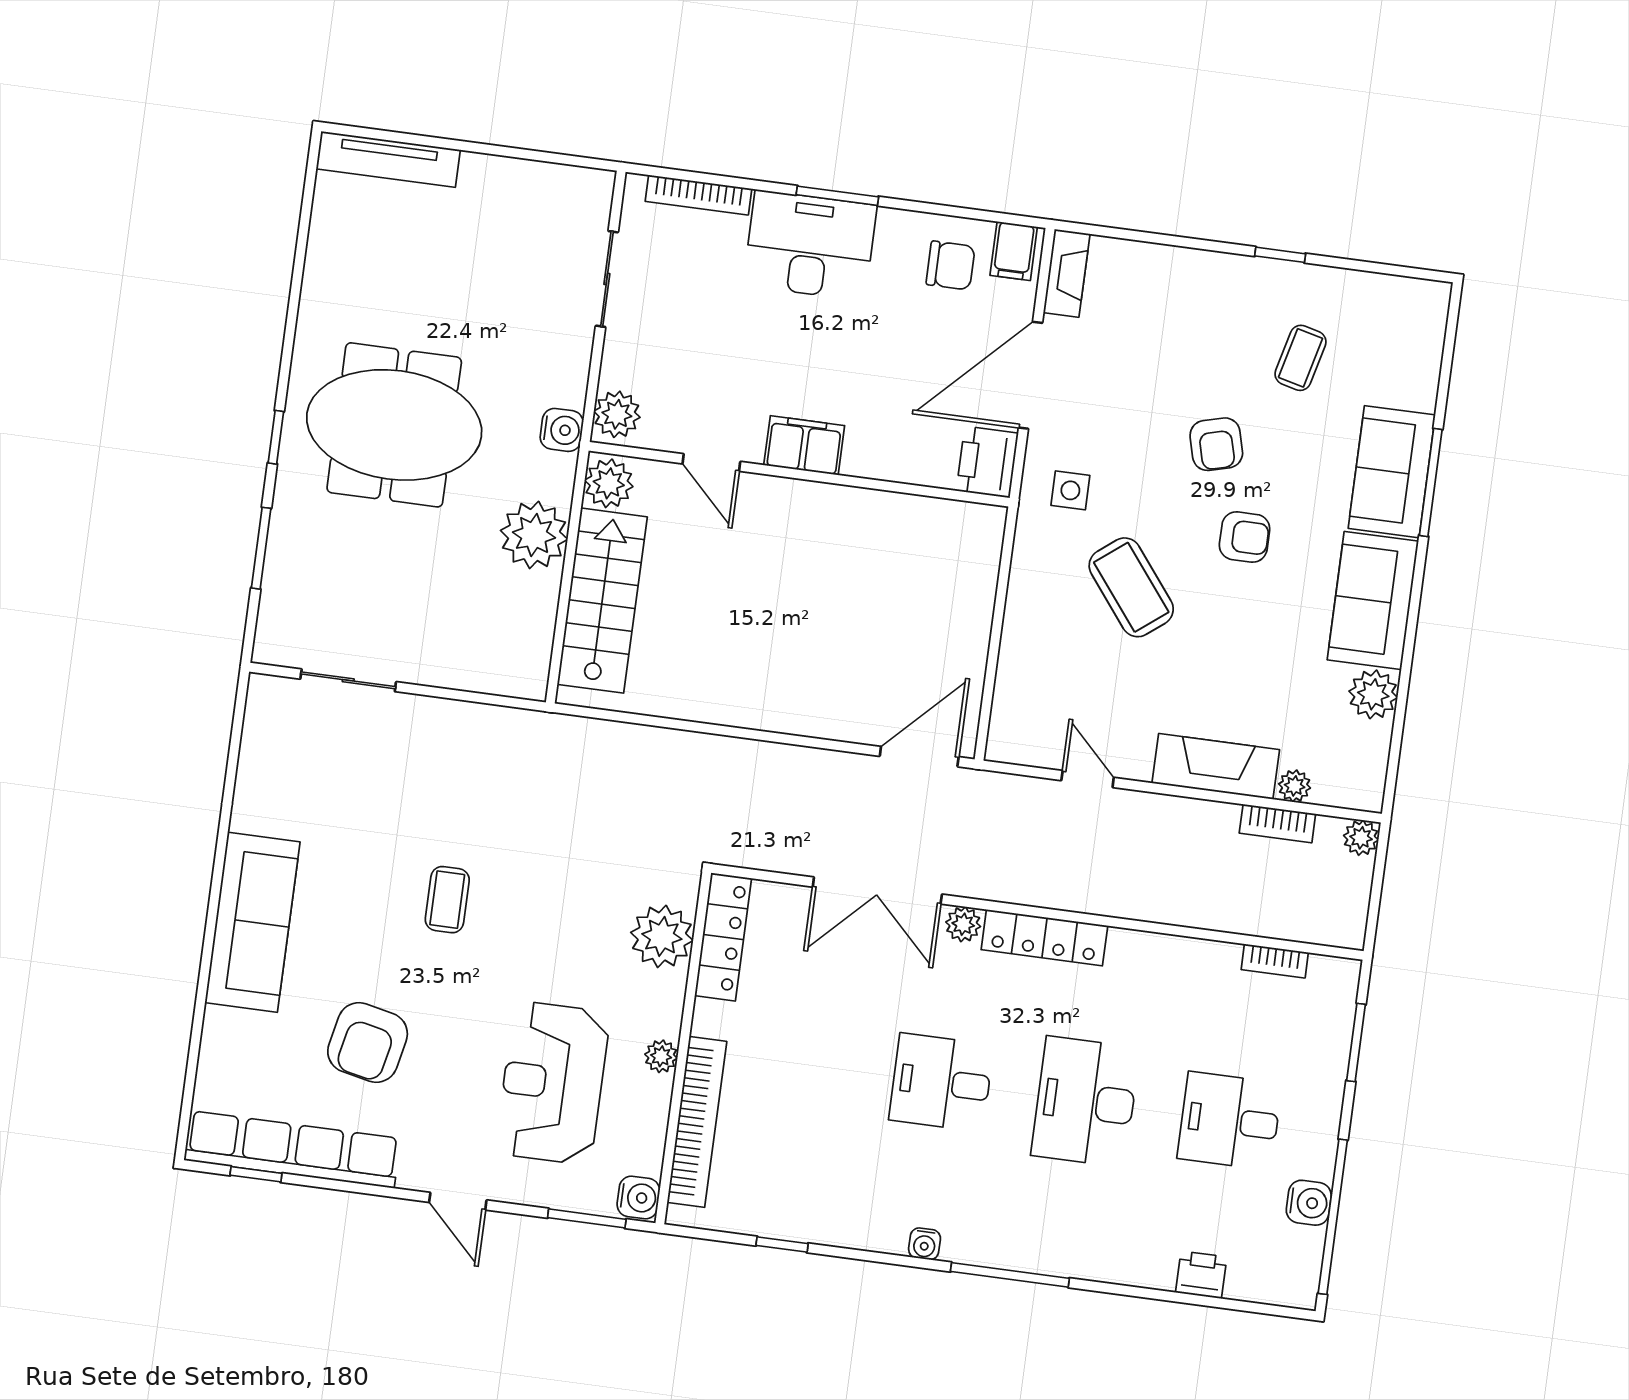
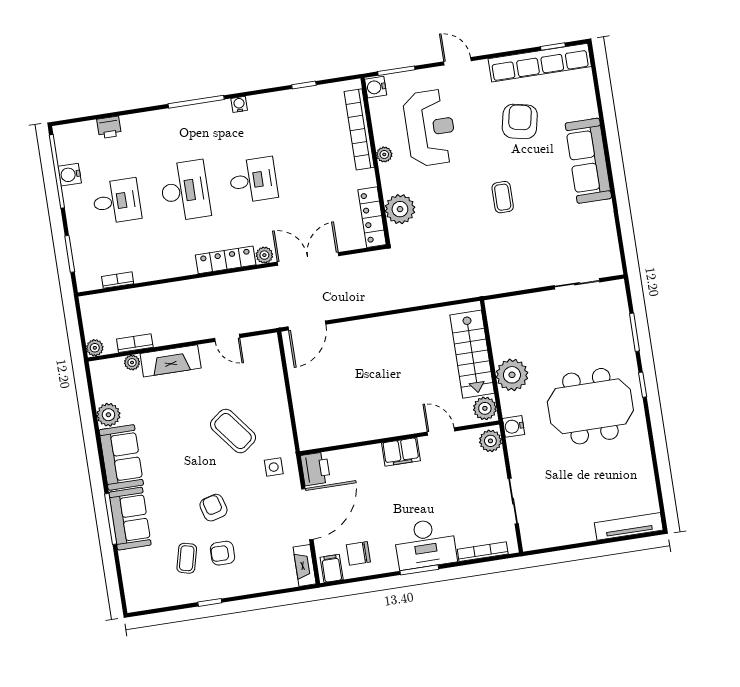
armchair: (1245, 537) -> (223, 553), moved

